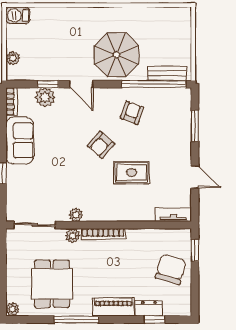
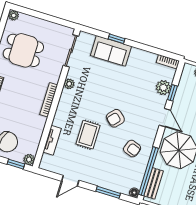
door: (82, 84) -> (165, 118), swing flipped
floor lamp: (185, 94) -> (134, 193), added
sofa: (20, 141) -> (111, 51), moved
armchair: (101, 145) -> (115, 118), turned -89
tv unit: (173, 215) -> (52, 140), moved
plant: (73, 236) -> (29, 160), moved

